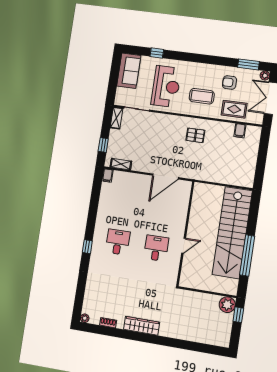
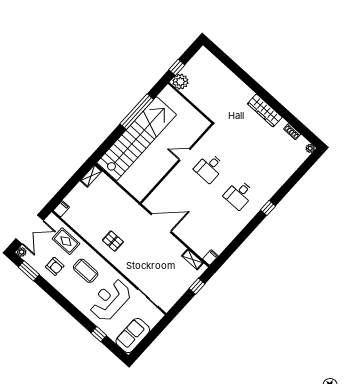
shelving: (116, 118) -> (91, 176), moved
filing cabinet: (240, 131) -> (61, 209), moved

